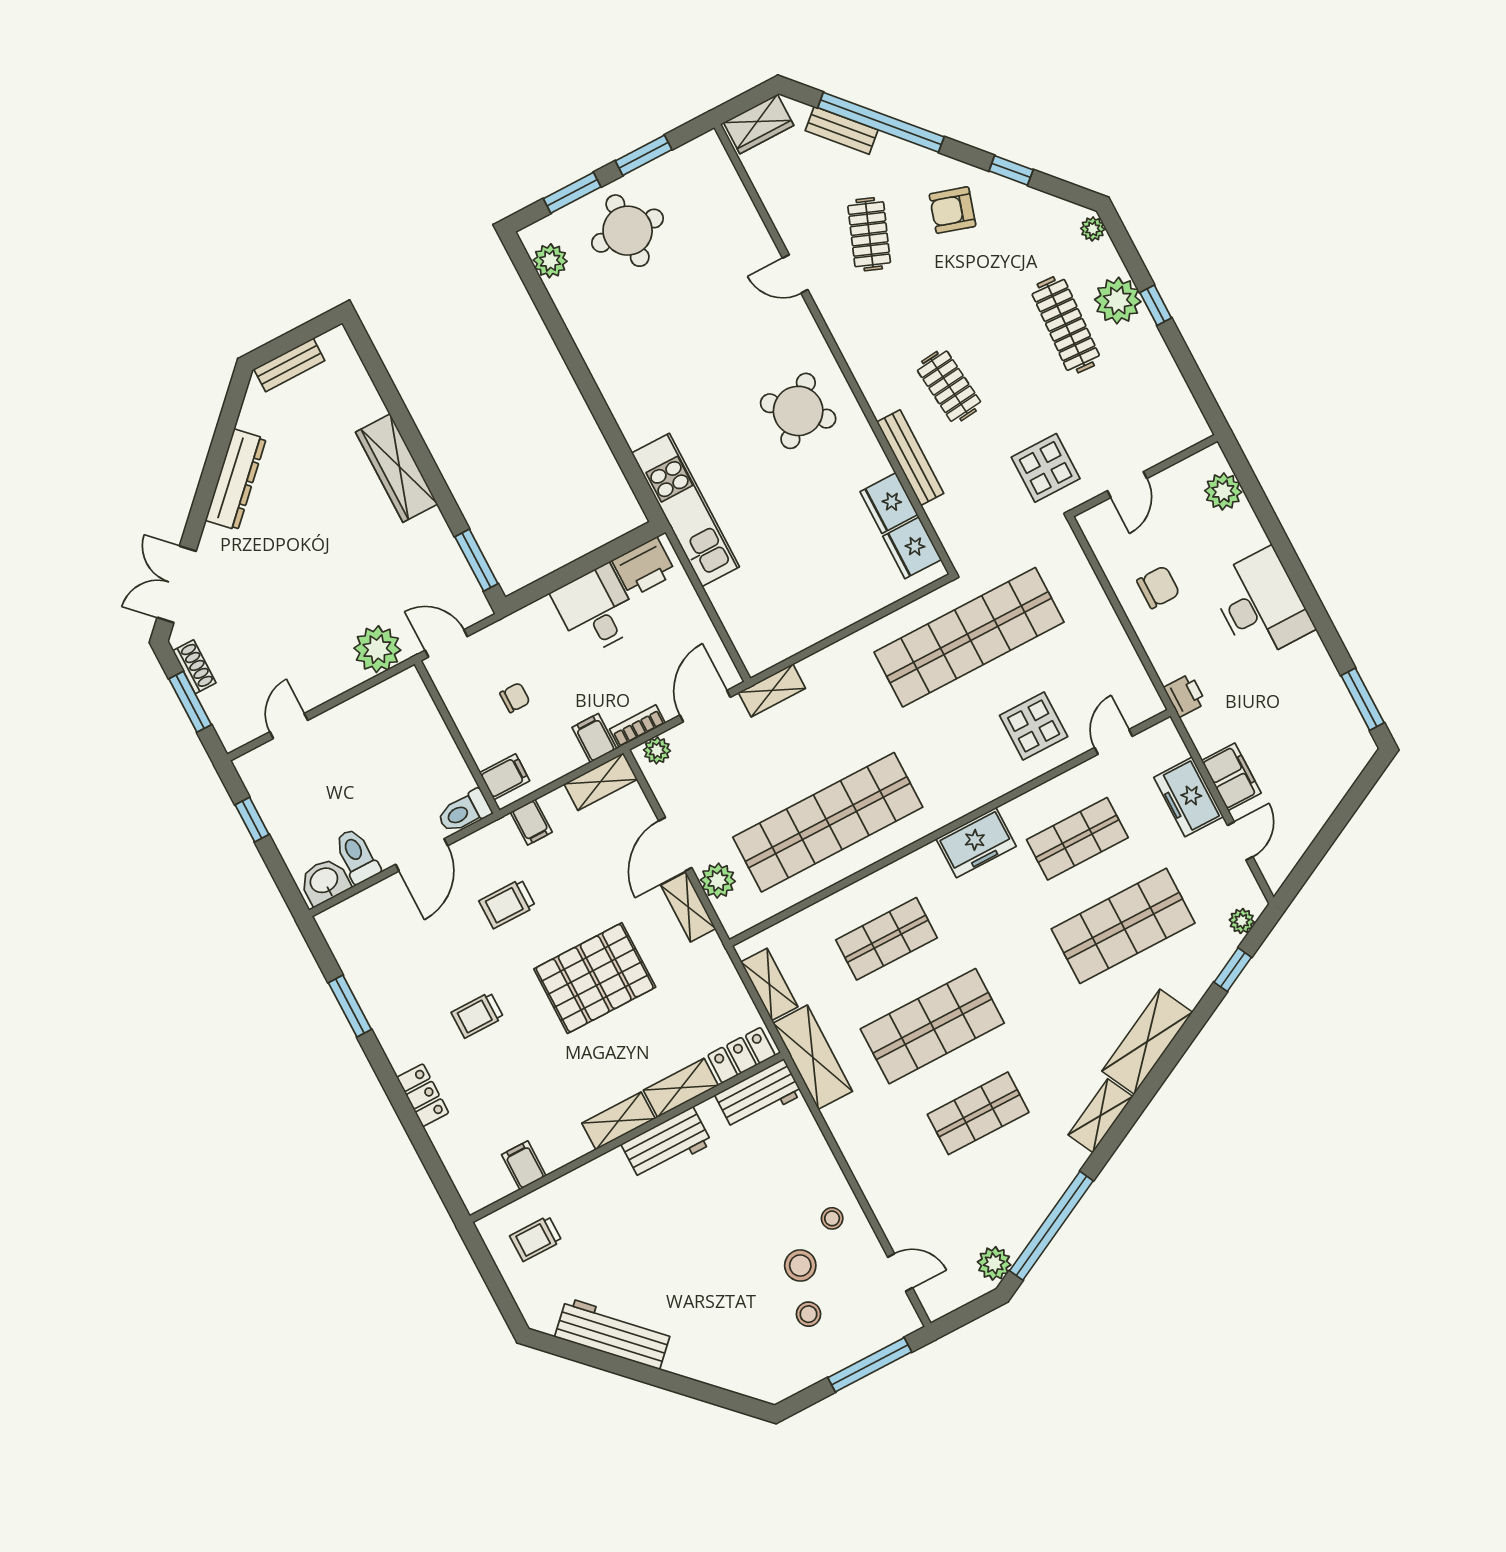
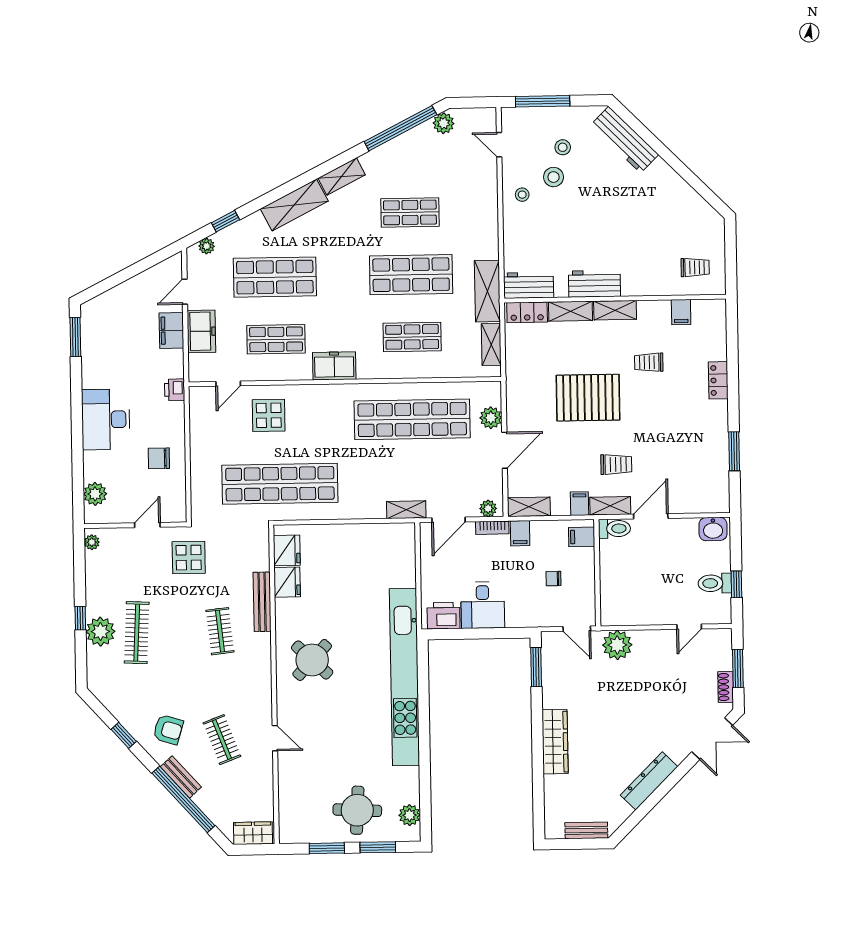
bench: (842, 130) -> (181, 777), moved
plant: (1093, 229) -> (92, 542), moved
clothes rail: (869, 234) -> (222, 740), turned -42
kitchen unit: (686, 510) -> (404, 677), width x1.86
toilet: (357, 856) -> (715, 583), moved, turned 90
shelving: (688, 907) -> (610, 506), moved, turned 90
trolley: (477, 1015) -> (649, 362), moved, turned 180
workbench: (613, 1334) -> (625, 140), moved

